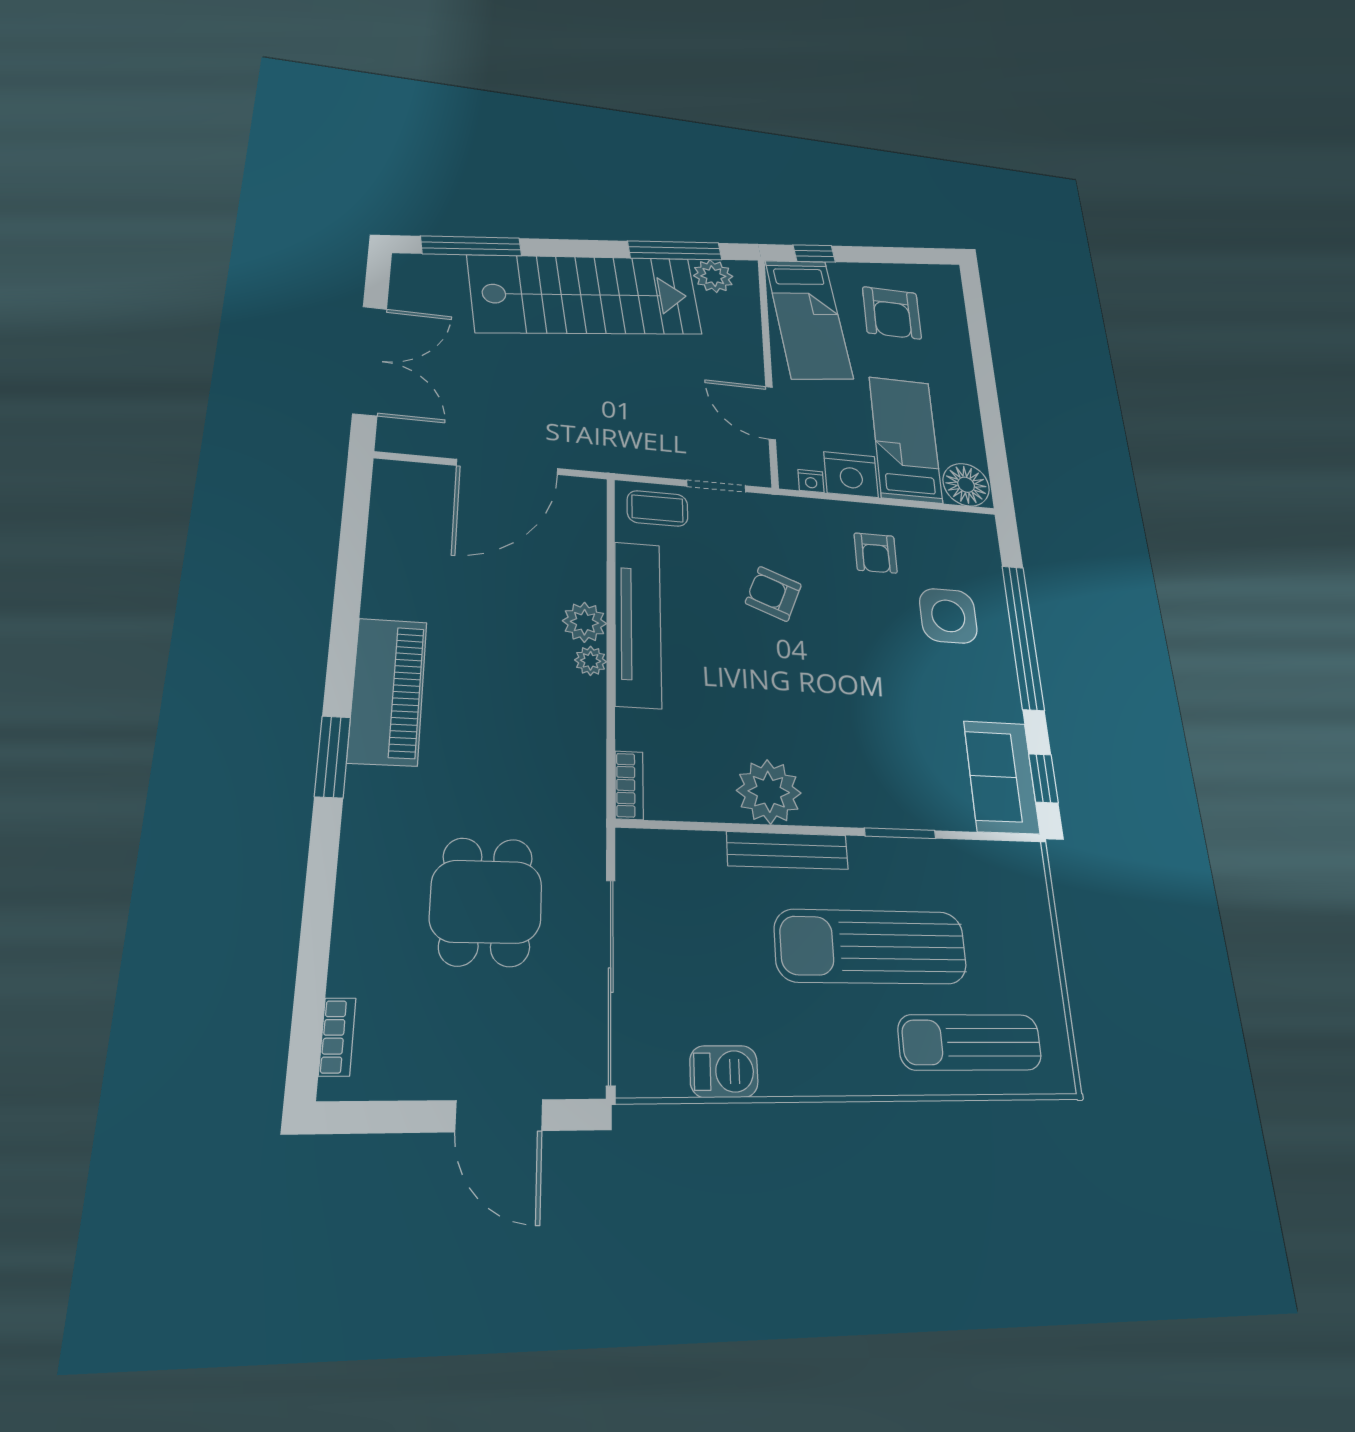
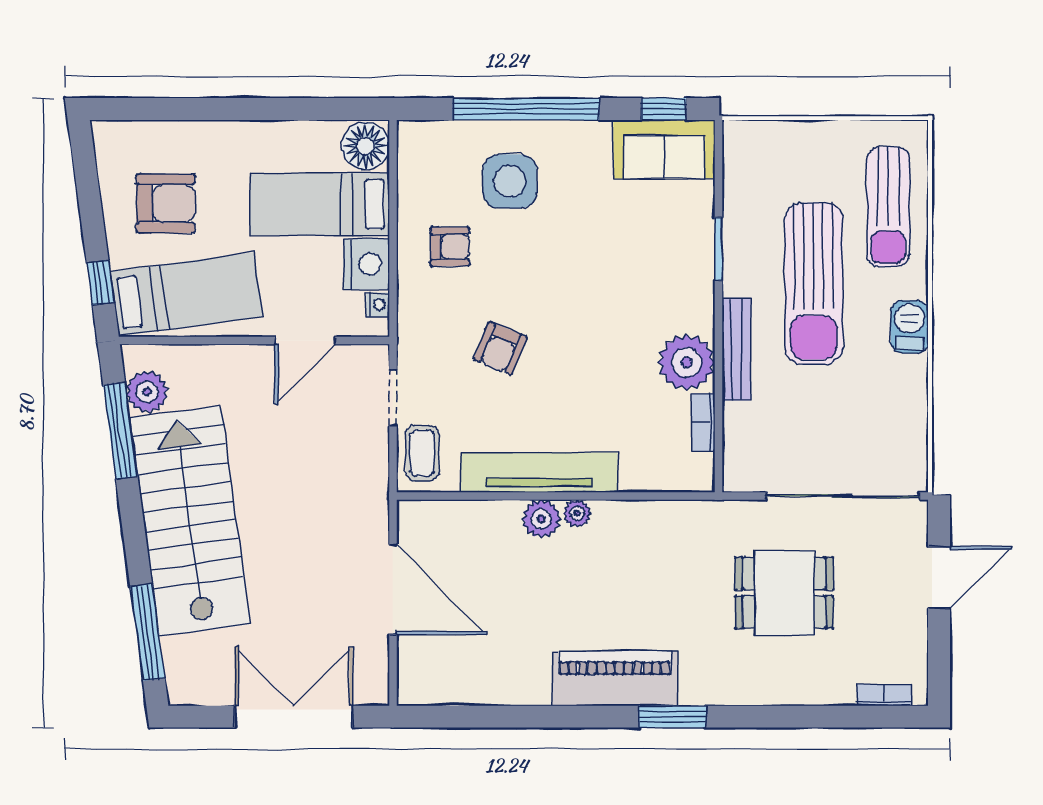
bookcase: (629, 785) -> (703, 422), moved, turned -90
barbecue: (724, 1072) -> (910, 327), moved

